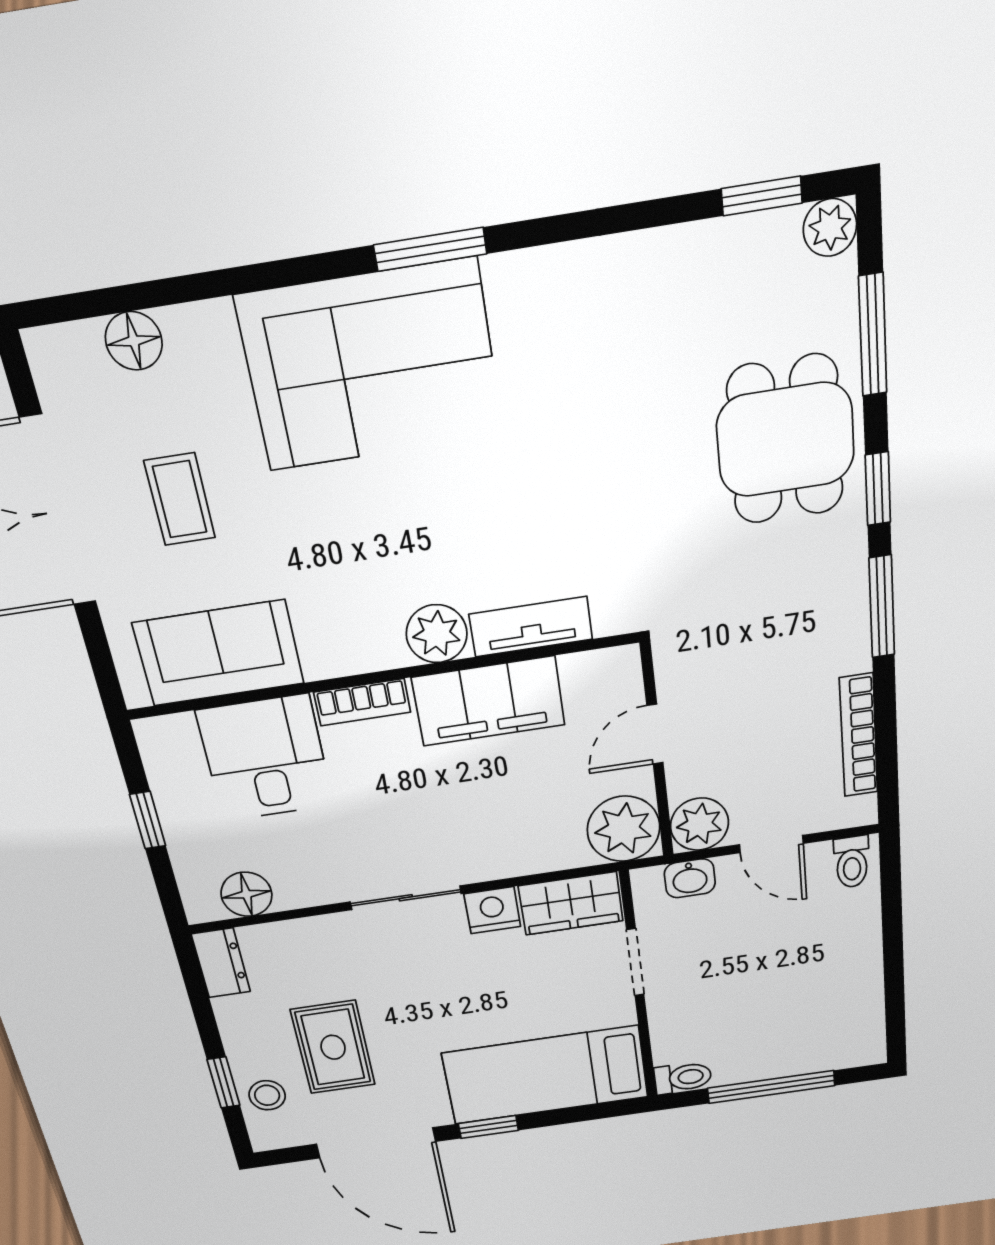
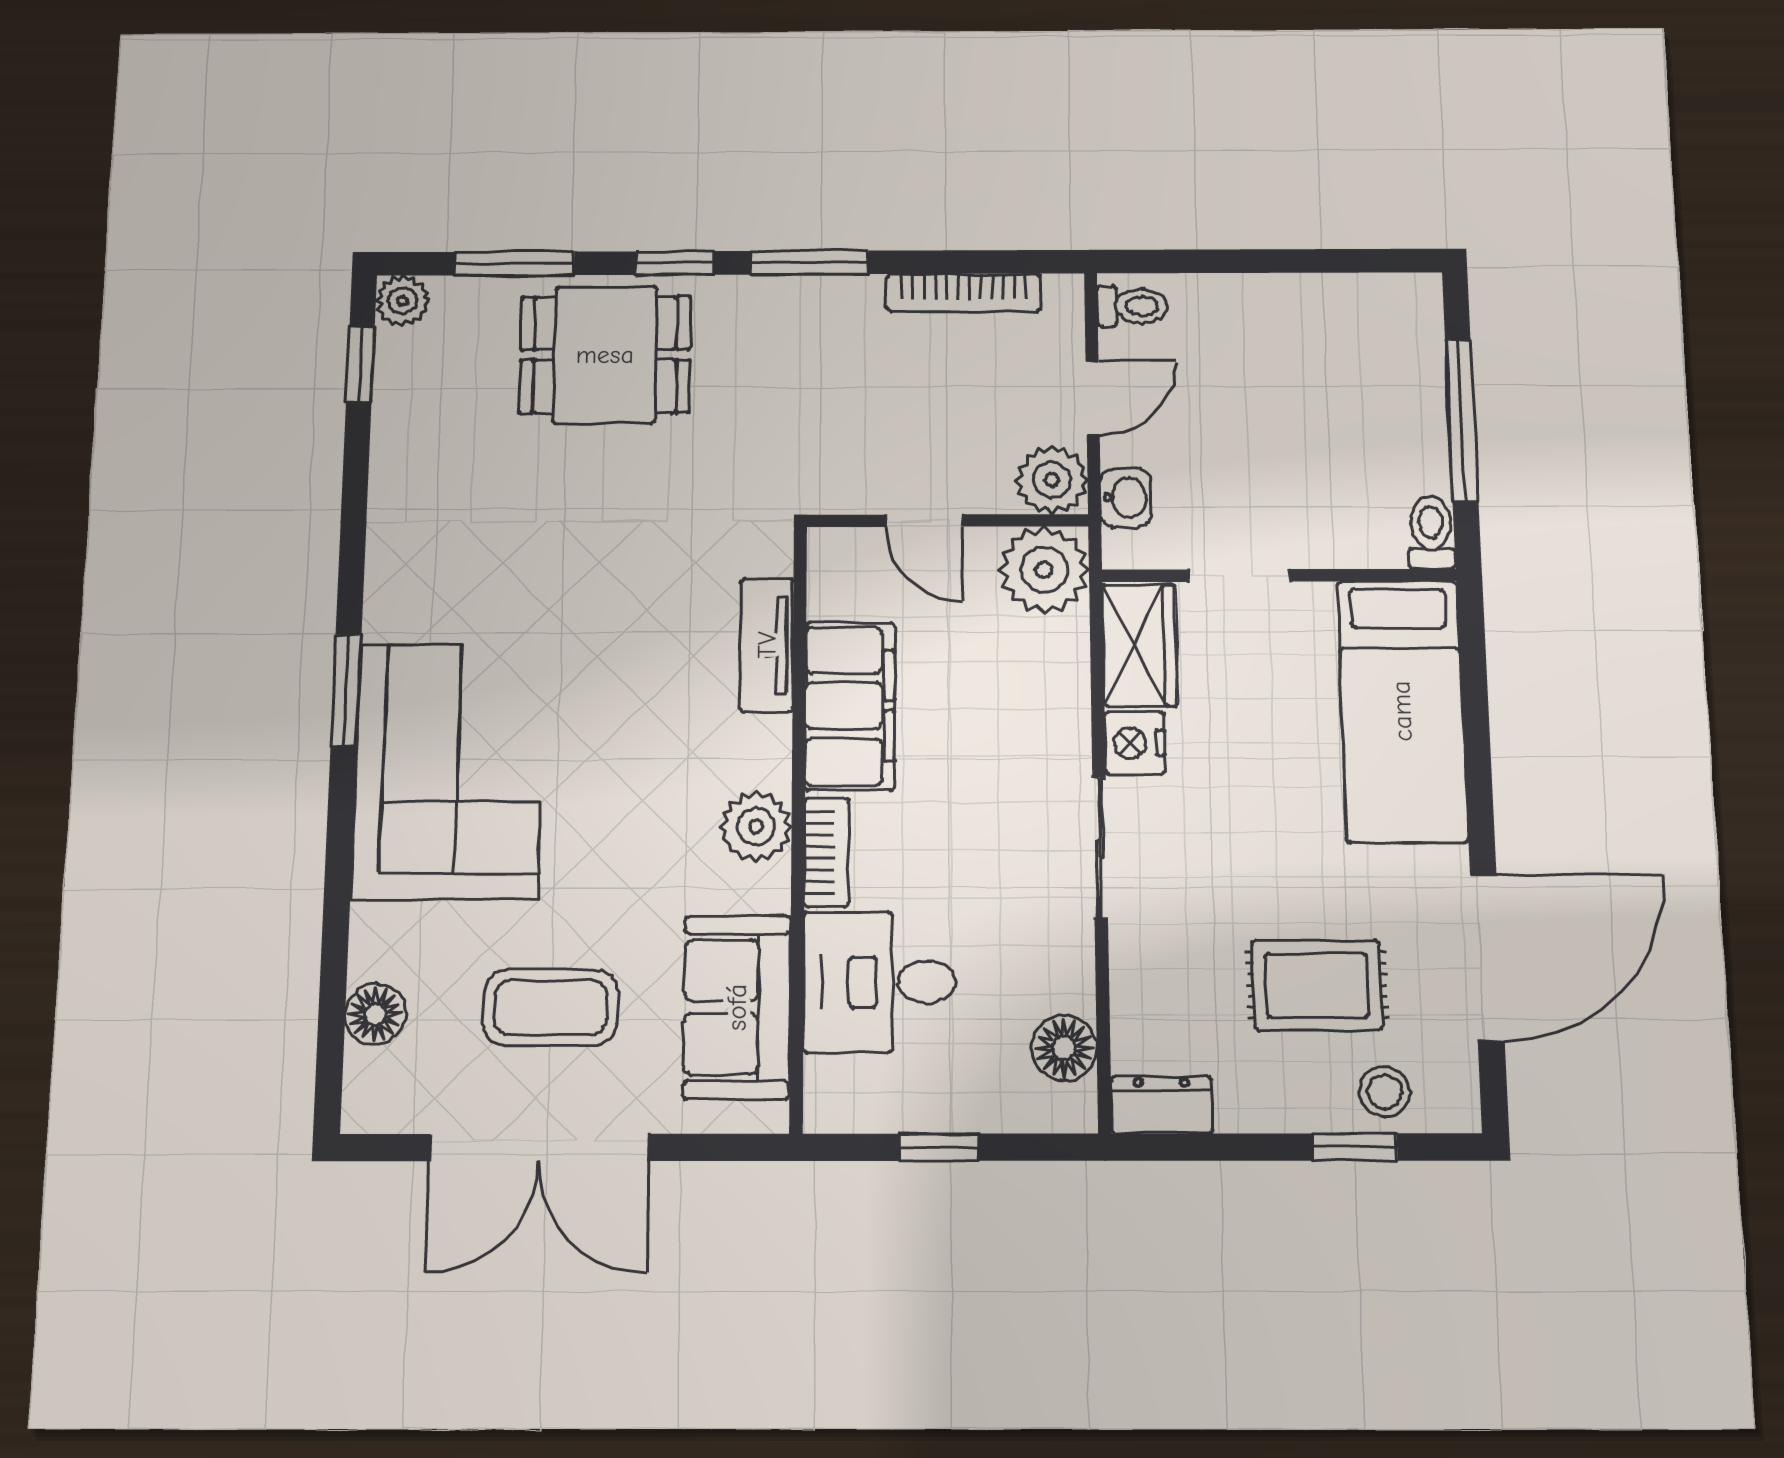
coffee table: (180, 499) -> (551, 1007), width x1.36, depth x1.30
plant: (437, 634) -> (756, 827), moved
window: (488, 1127) -> (1480, 799), removed

